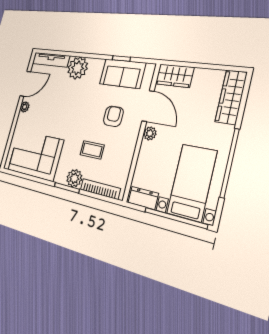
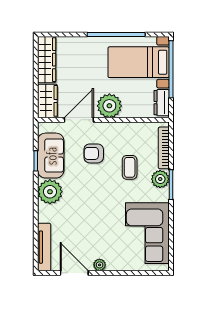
plant: (78, 68) -> (50, 192), moved
wardrobe: (231, 97) -> (47, 60), moved, turned -90
plant: (150, 133) -> (109, 106), width x1.88, depth x1.88

